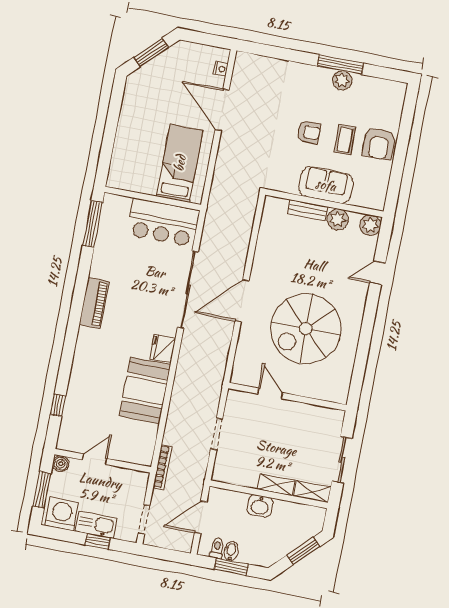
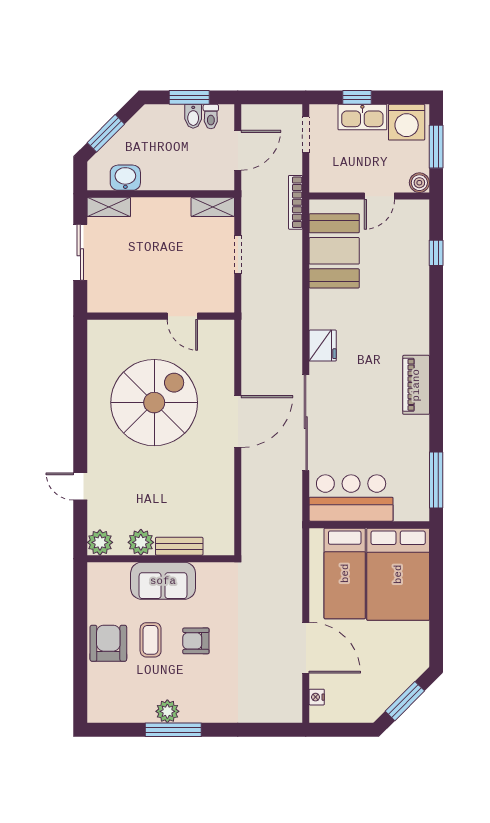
bed: (137, 154) -> (398, 574), added
door: (378, 273) -> (80, 487), swing flipped
booth: (145, 390) -> (334, 251), moved
shelving: (276, 485) -> (213, 207), moved
washbasin: (260, 506) -> (125, 178), moved

